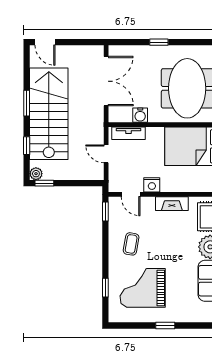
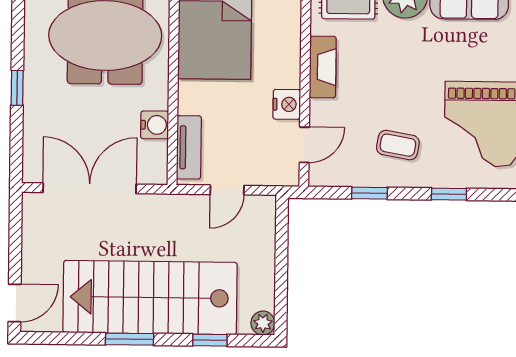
window: (44, 183) -> (281, 307), removed
window: (105, 212) -> (369, 193), moved
window: (105, 288) -> (449, 194), moved

